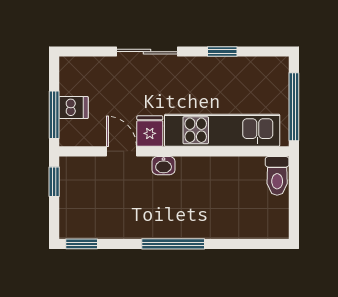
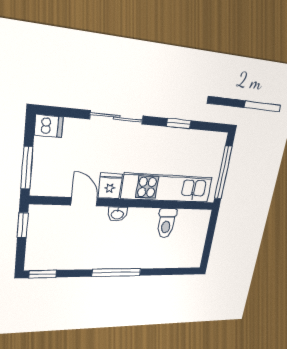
dishwasher: (74, 107) -> (49, 126), moved
toilet: (277, 176) -> (166, 223), moved

